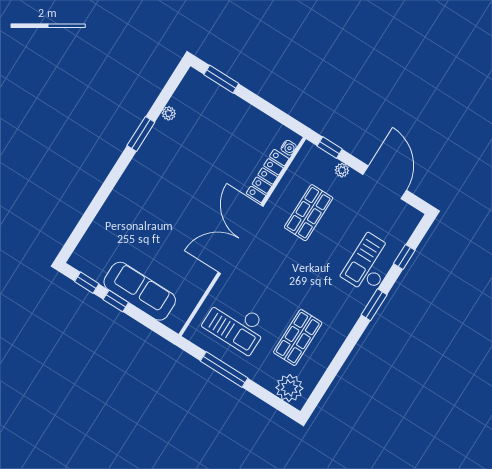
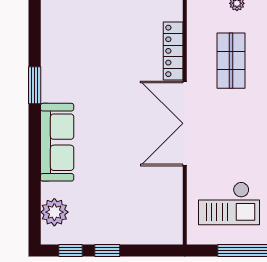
plant: (169, 113) -> (54, 212), moved, width x1.87, depth x1.87
water cooler: (289, 148) -> (176, 13), removed
sofa: (140, 291) -> (57, 142), moved, turned 90

